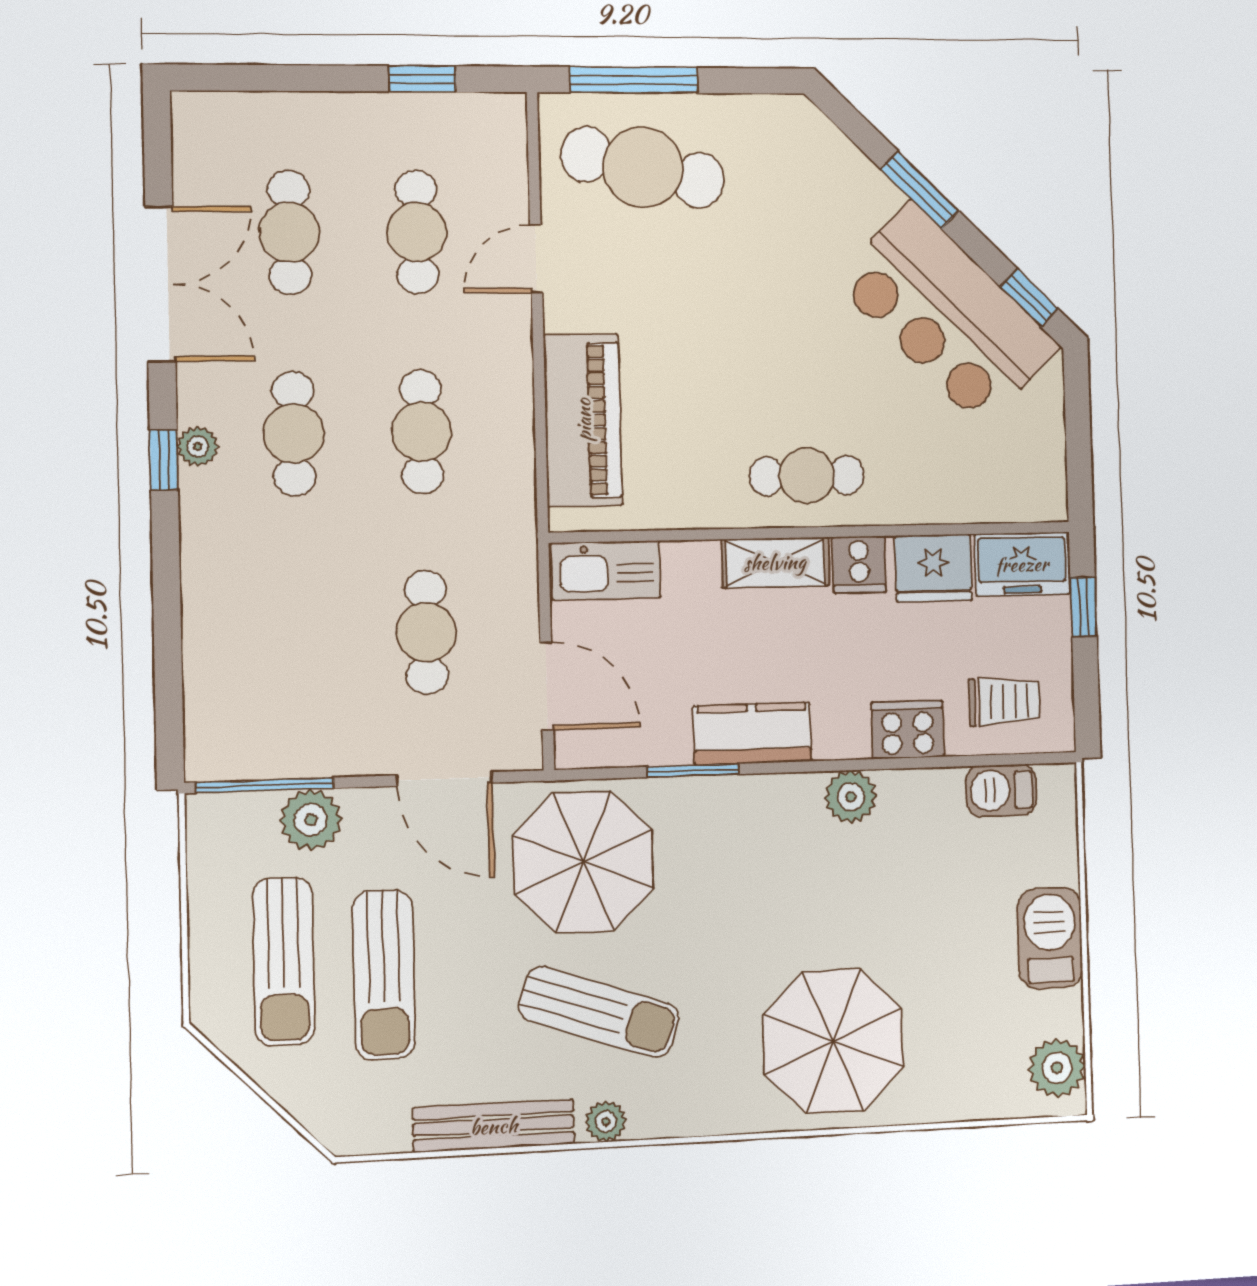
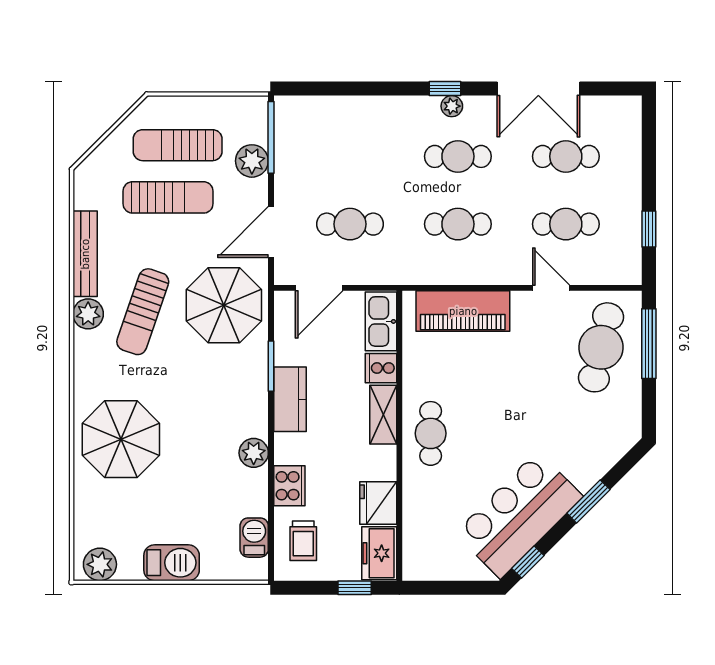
cooker: (859, 565) -> (381, 368), moved
sun lounger: (384, 975) -> (168, 197), turned 180
plant: (606, 1121) -> (88, 314), width x1.38, depth x1.38

